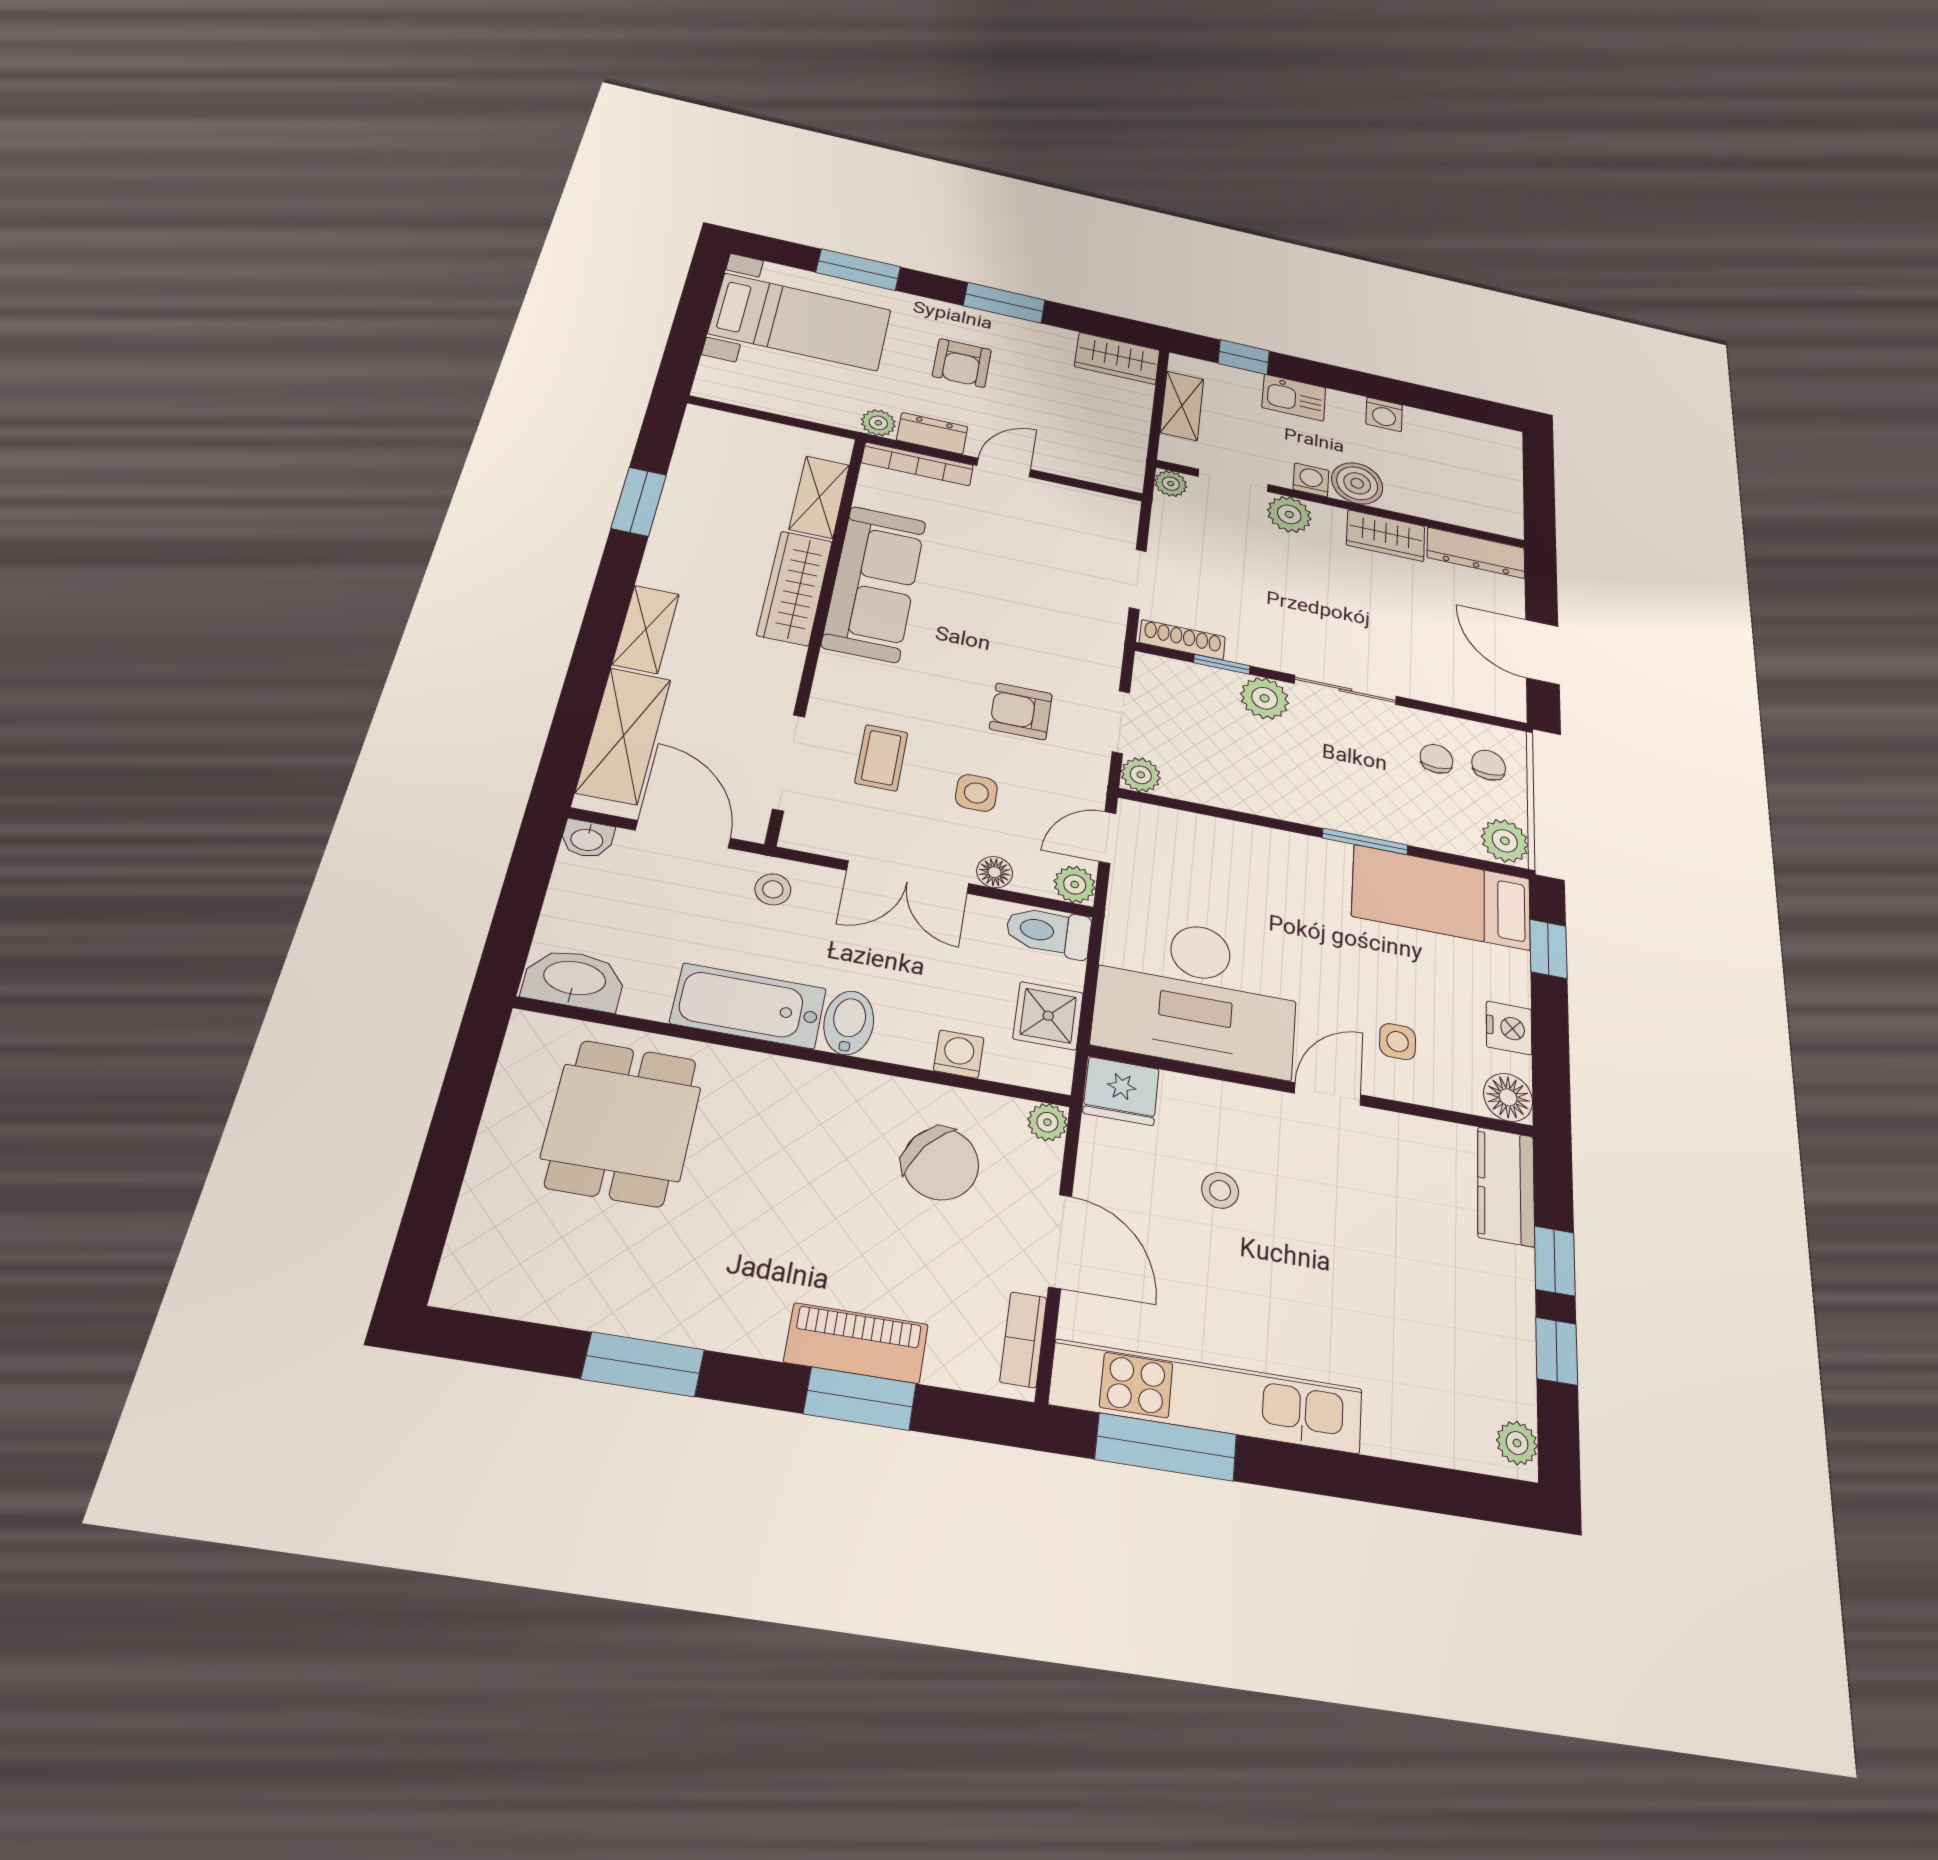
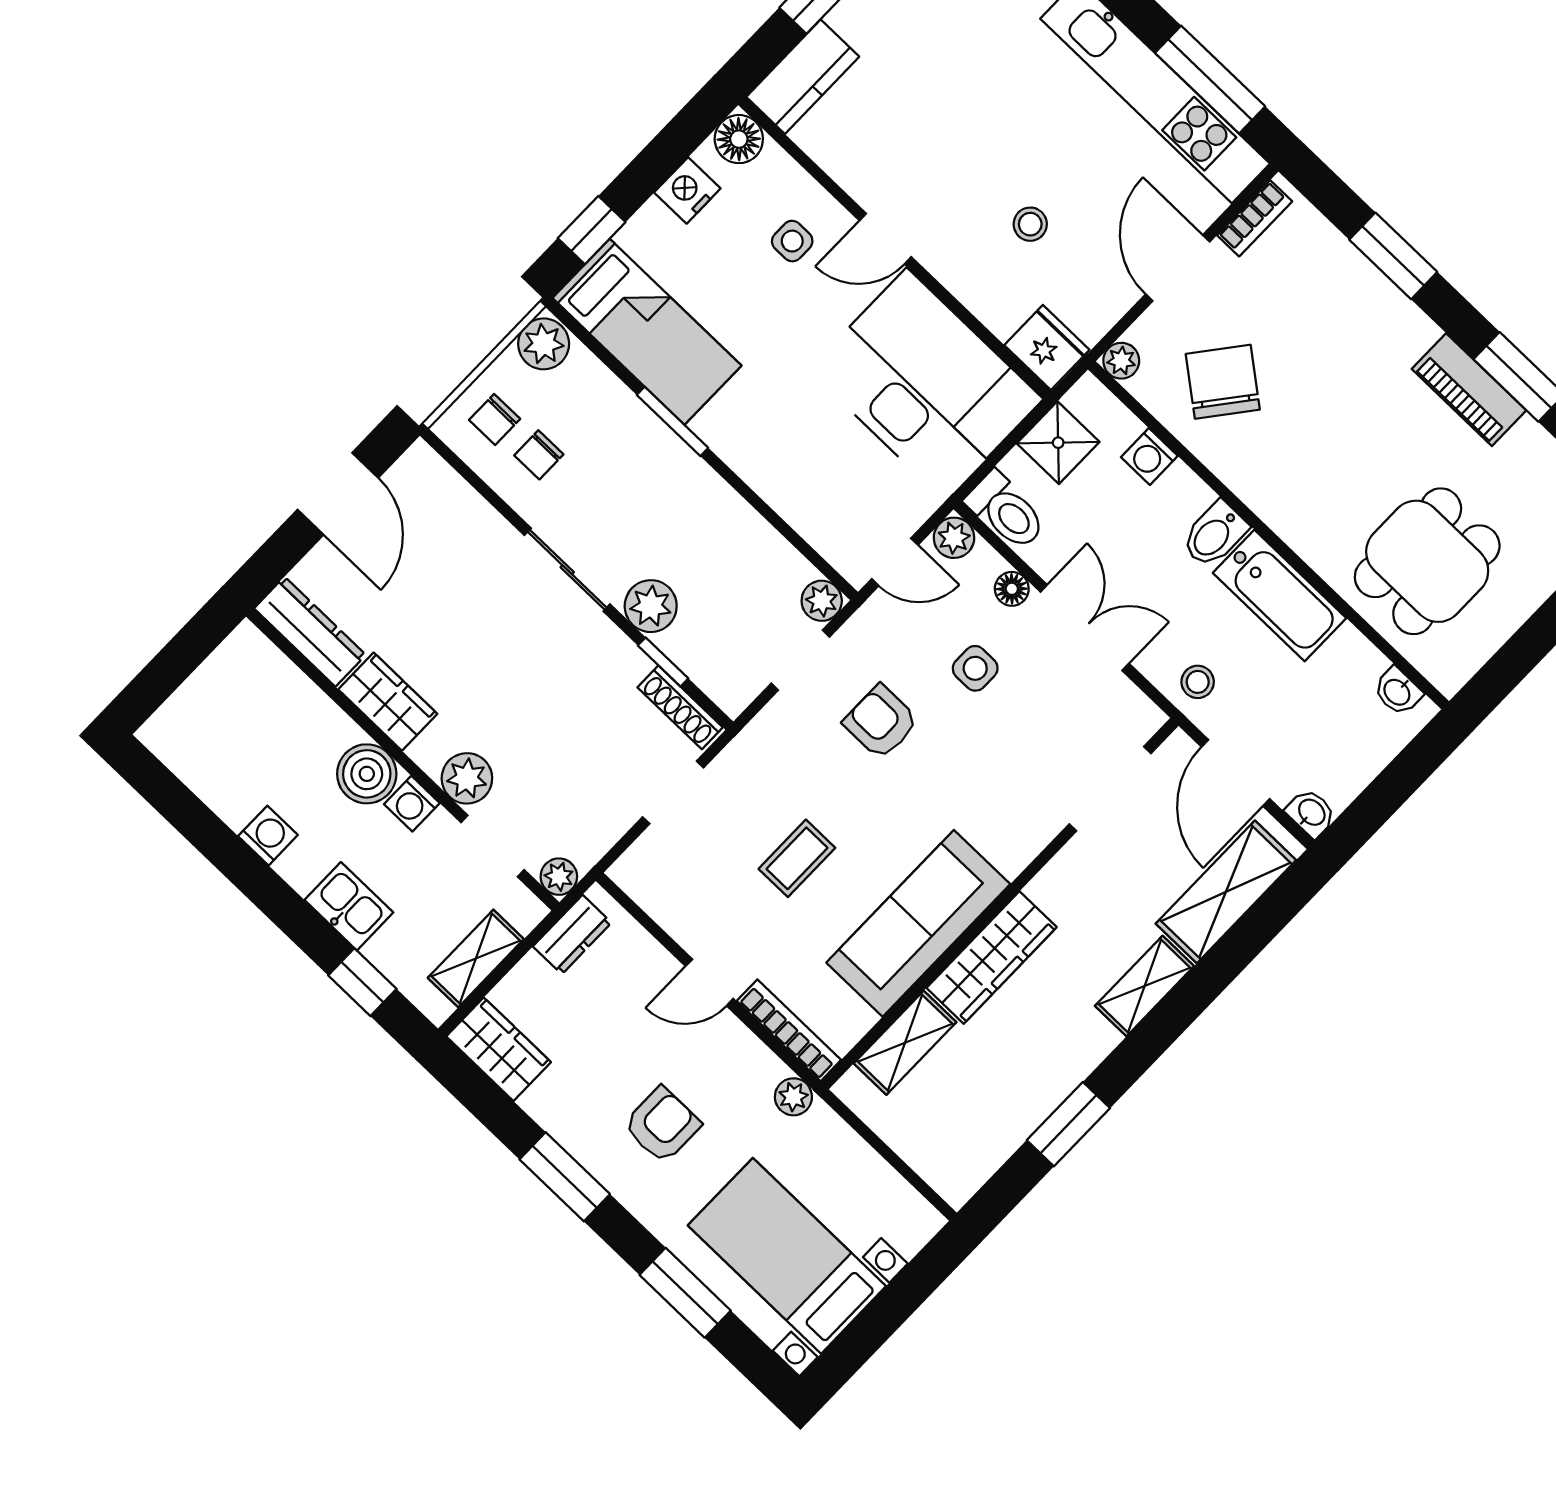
dresser: (932, 433) -> (572, 935), moved, turned -90
armchair: (1021, 711) -> (881, 722), turned 180
coffee table: (881, 758) -> (797, 858), moved
washbasin: (574, 980) -> (1398, 692), width x0.52, depth x0.69
piano: (856, 1343) -> (1469, 390), moved

